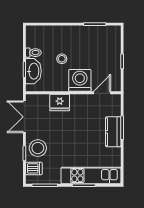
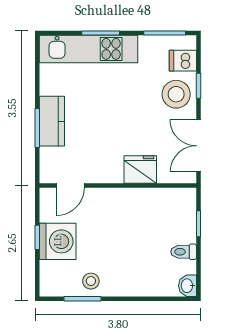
stool: (62, 59) -> (91, 281), moved
washbasin: (33, 71) -> (187, 286), moved, width x0.52, depth x0.69
washing machine: (80, 80) -> (58, 241), moved, turned -90
double door: (24, 117) -> (198, 146), swing flipped

